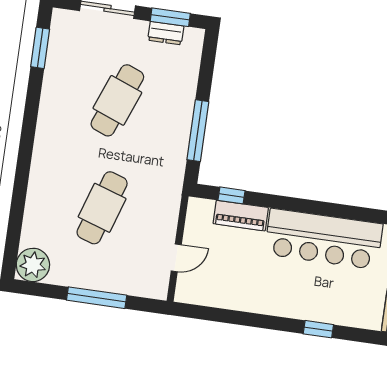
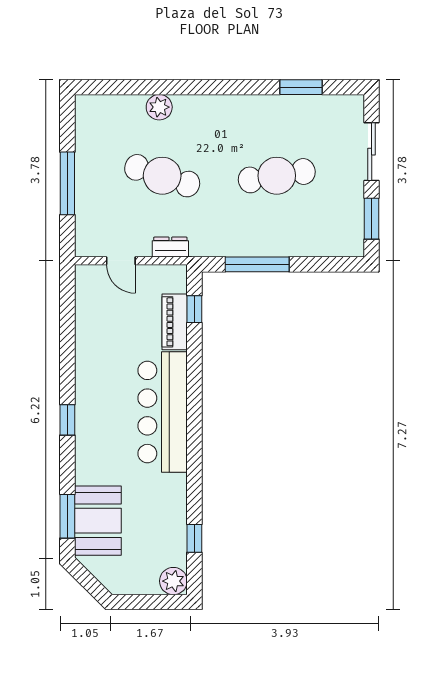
dresser: (166, 33) -> (170, 247), moved, turned 90
window: (40, 48) -> (301, 87), moved
cafe table: (117, 100) -> (277, 176), turned -30
plant: (33, 265) -> (159, 107), moved, width x0.73, depth x0.73

